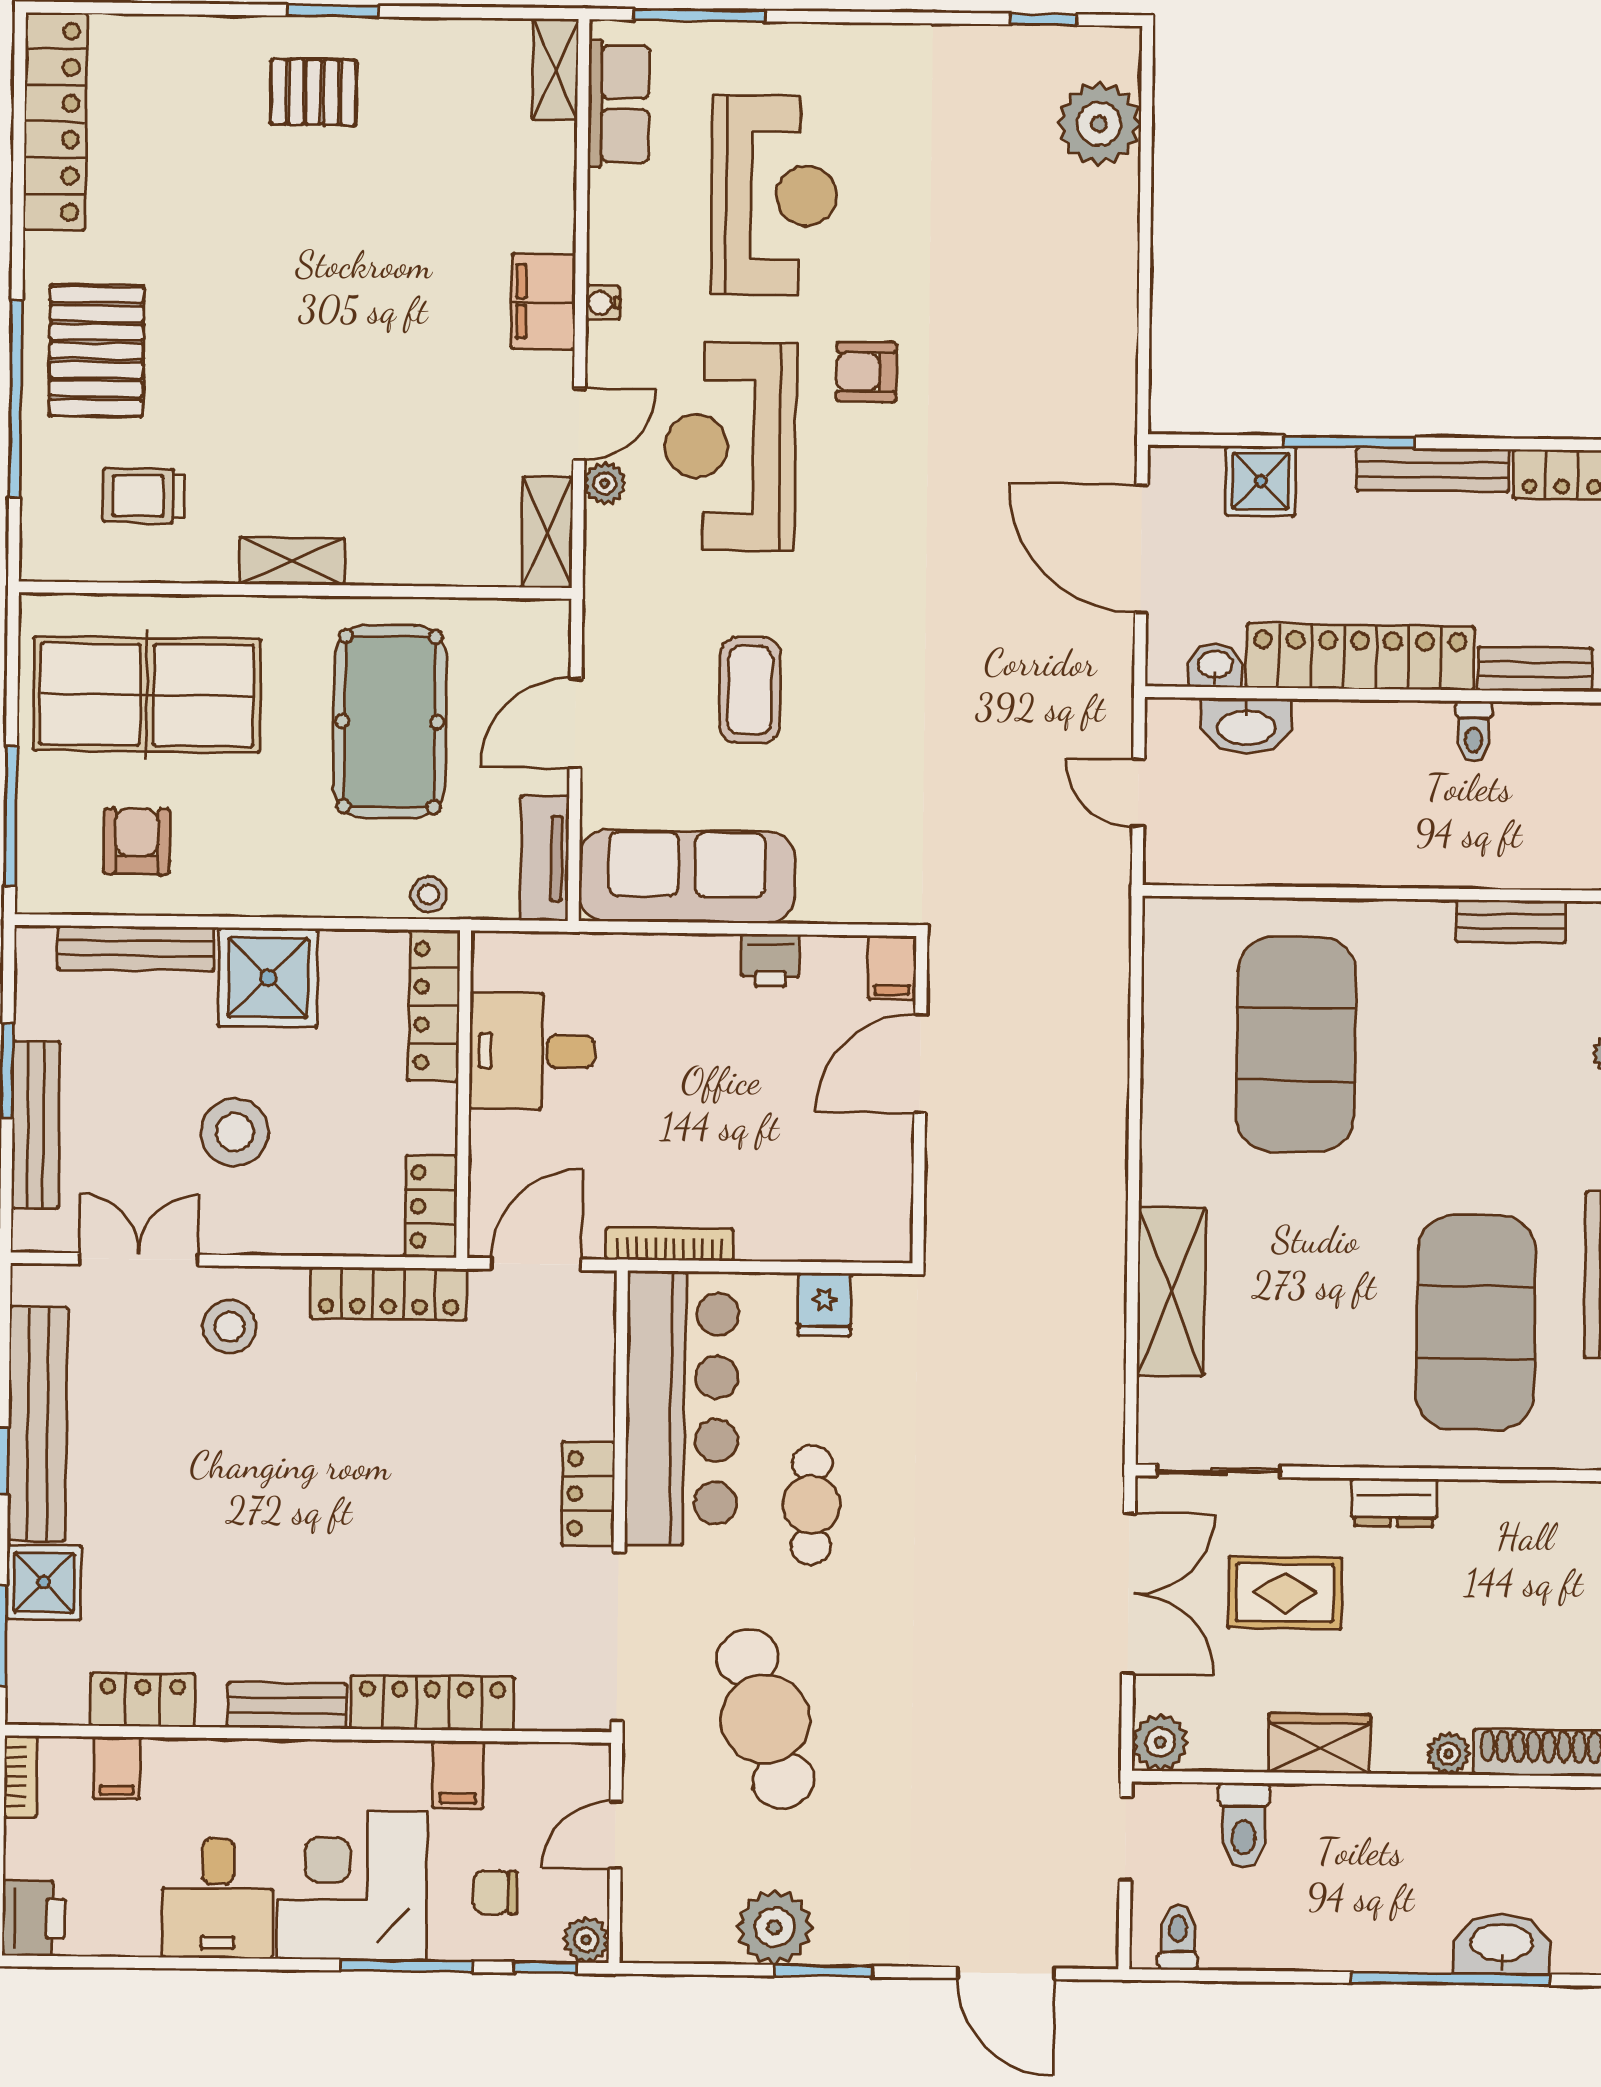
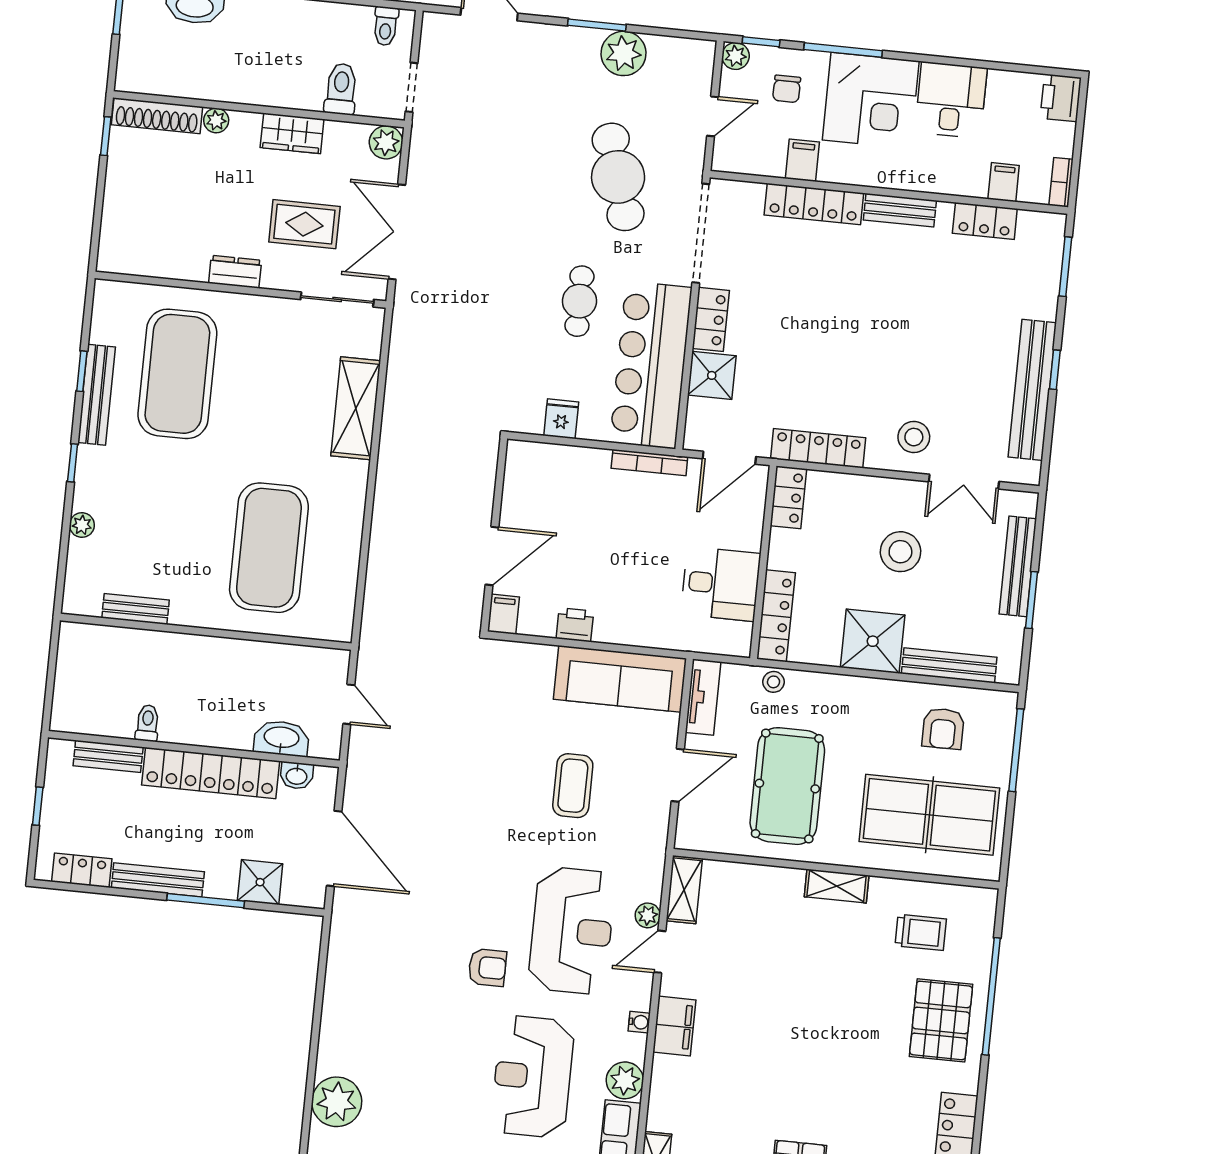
plant: (618, 203) -> (625, 1080), added
shower: (44, 1582) -> (712, 375), moved
chair: (495, 1892) -> (787, 89), turned 90

